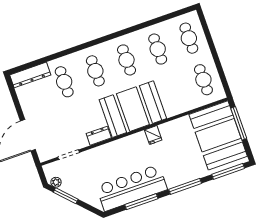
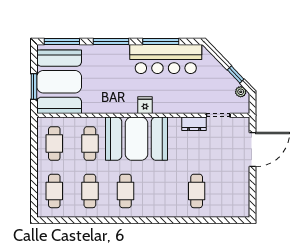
cafe table: (95, 71) -> (90, 143), moved
dresser: (30, 75) -> (229, 210), removed
window: (239, 123) -> (34, 87), width x0.69
fridge: (153, 135) -> (145, 105), moved
dresser: (99, 136) -> (194, 124), moved
window: (66, 196) -> (236, 75), width x0.67

